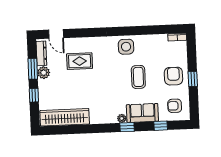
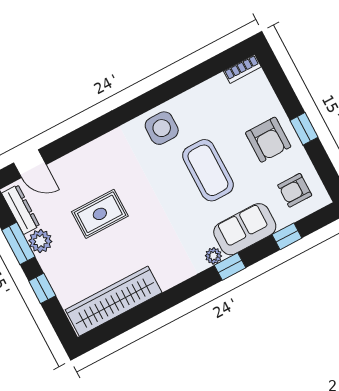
rug: (80, 61) -> (100, 214), moved
armchair: (173, 76) -> (268, 140), turned 180
coffee table: (138, 77) -> (208, 170), width x1.36, depth x1.32

